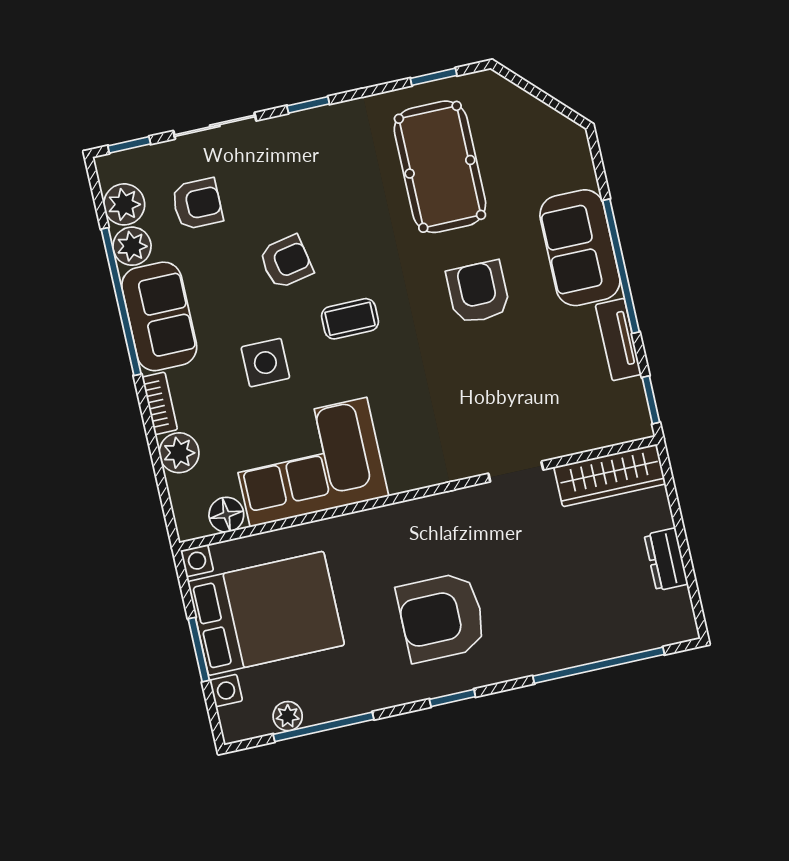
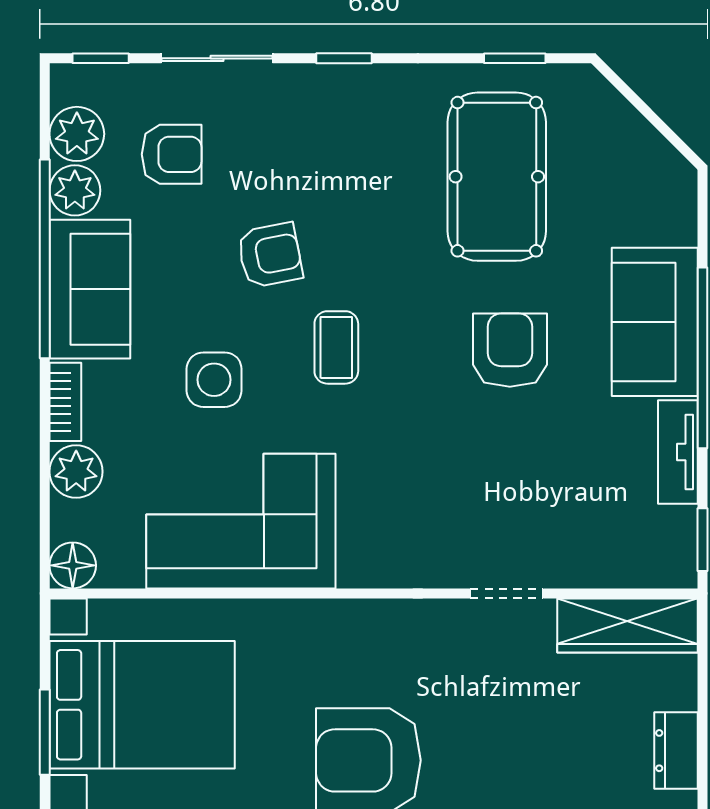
coffee table: (350, 319) -> (336, 347), turned 90
floor lamp: (226, 515) -> (73, 565), moved

